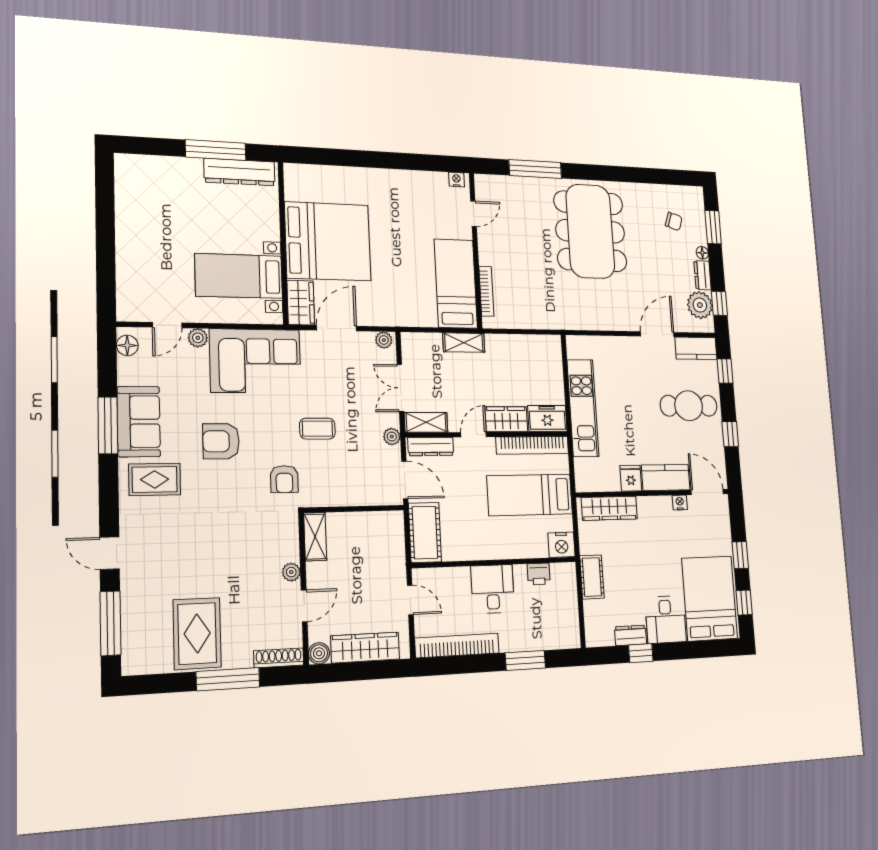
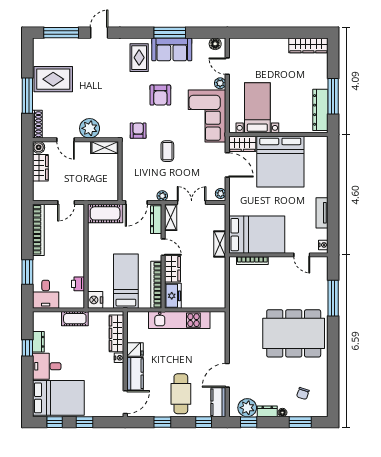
tv unit: (407, 179) -> (322, 213), added
wardrobe: (128, 186) -> (308, 45), added
bed: (456, 284) -> (257, 235), width x1.50
door: (657, 334) -> (227, 375), swing flipped
armchair: (221, 441) -> (160, 95), turned 180
armchair: (284, 479) -> (138, 131), turned 90
nightstand: (680, 502) -> (119, 358), moved
plant: (291, 572) -> (90, 128), width x1.88, depth x1.88
desk: (493, 589) -> (46, 294), moved, turned 90
wardrobe: (365, 648) -> (40, 168), width x0.67

